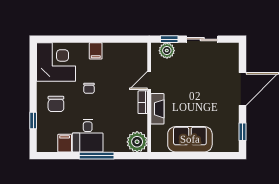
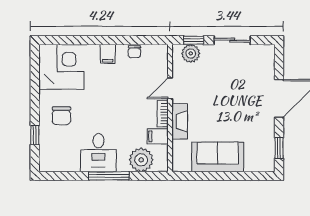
chair: (89, 88) -> (134, 52), moved
plant: (137, 142) -> (141, 160), moved
filing cabinet: (65, 143) -> (158, 136), moved, turned -90

